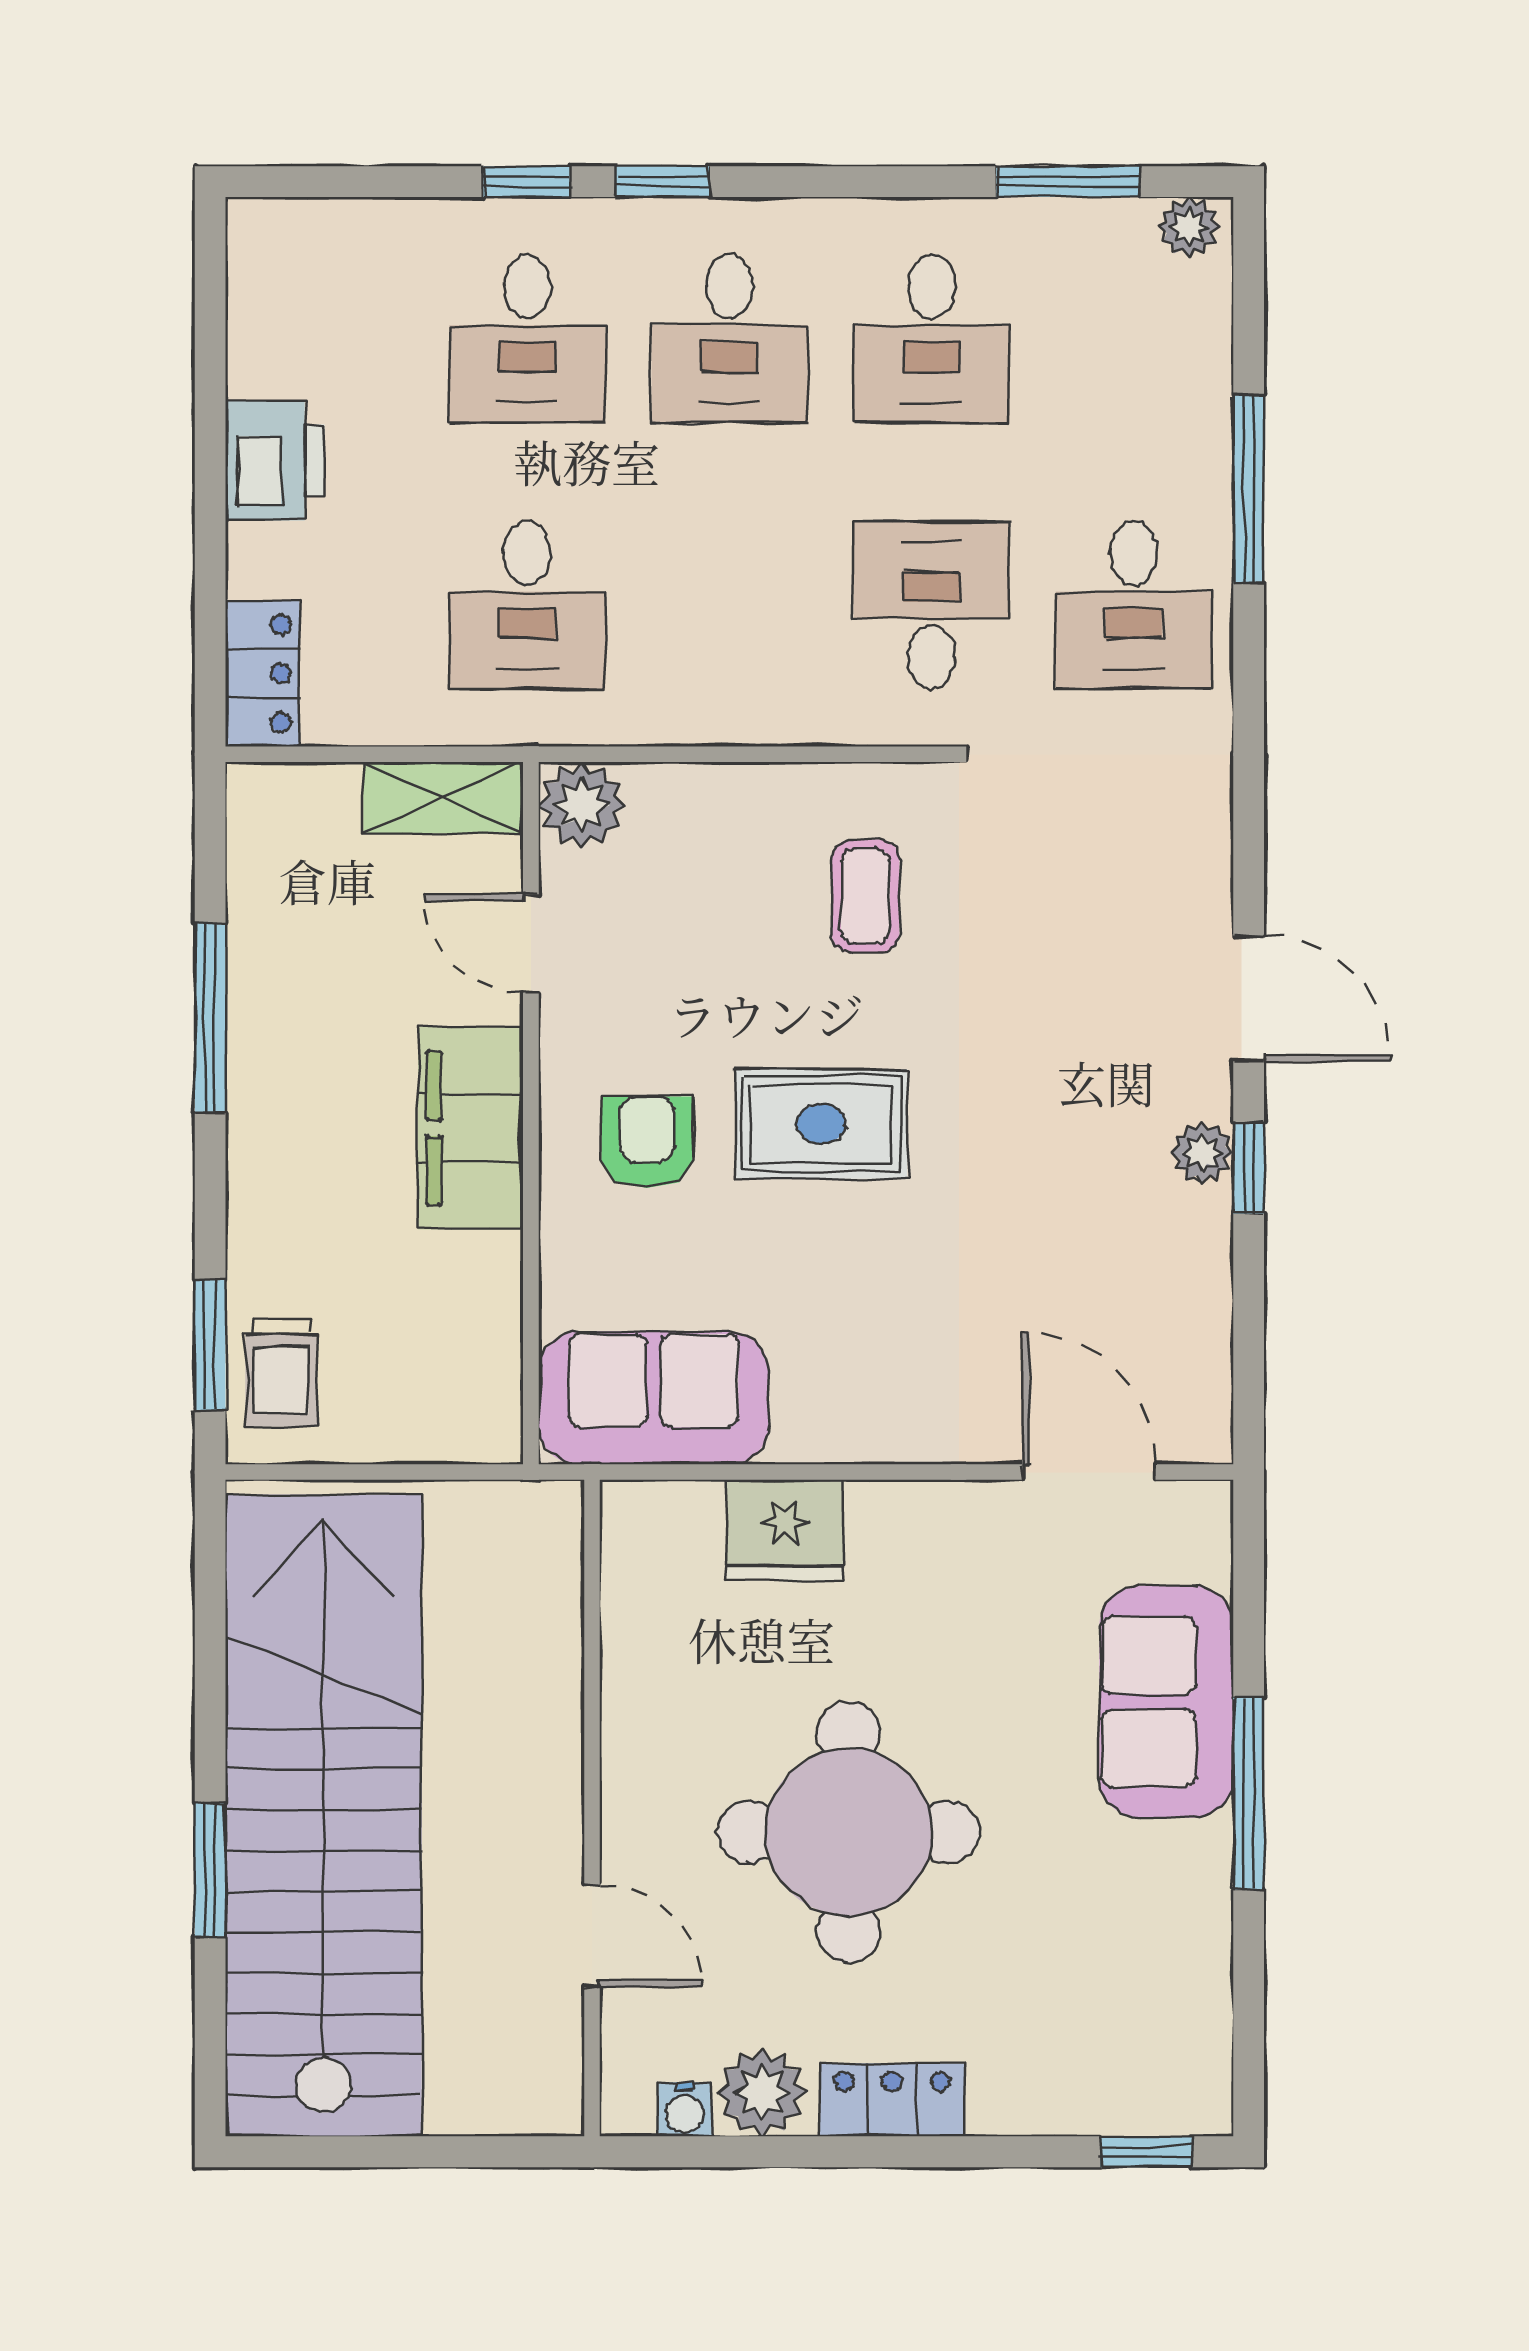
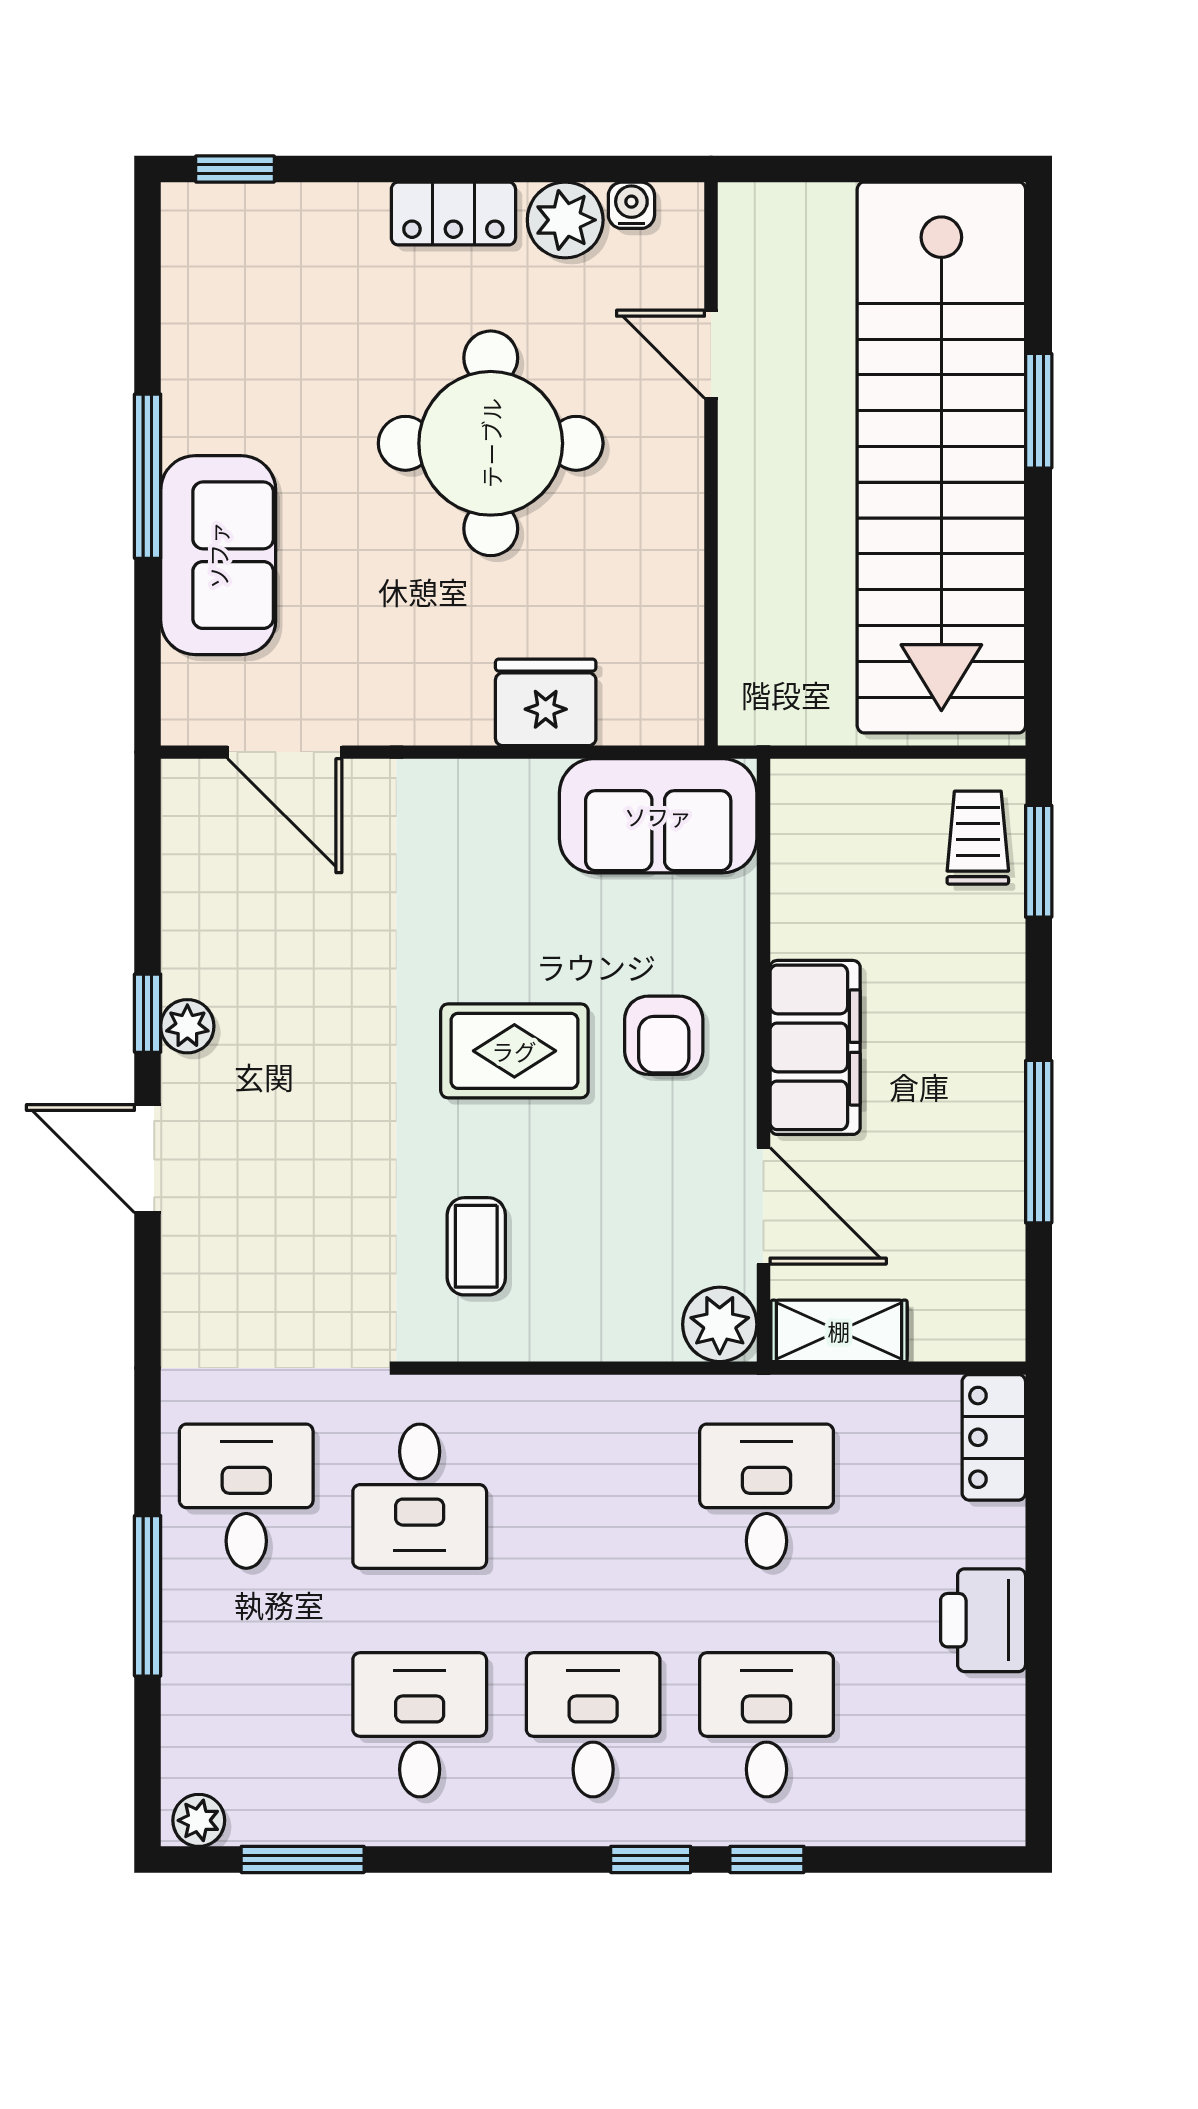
door: (531, 943) -> (763, 1206), width x1.38

